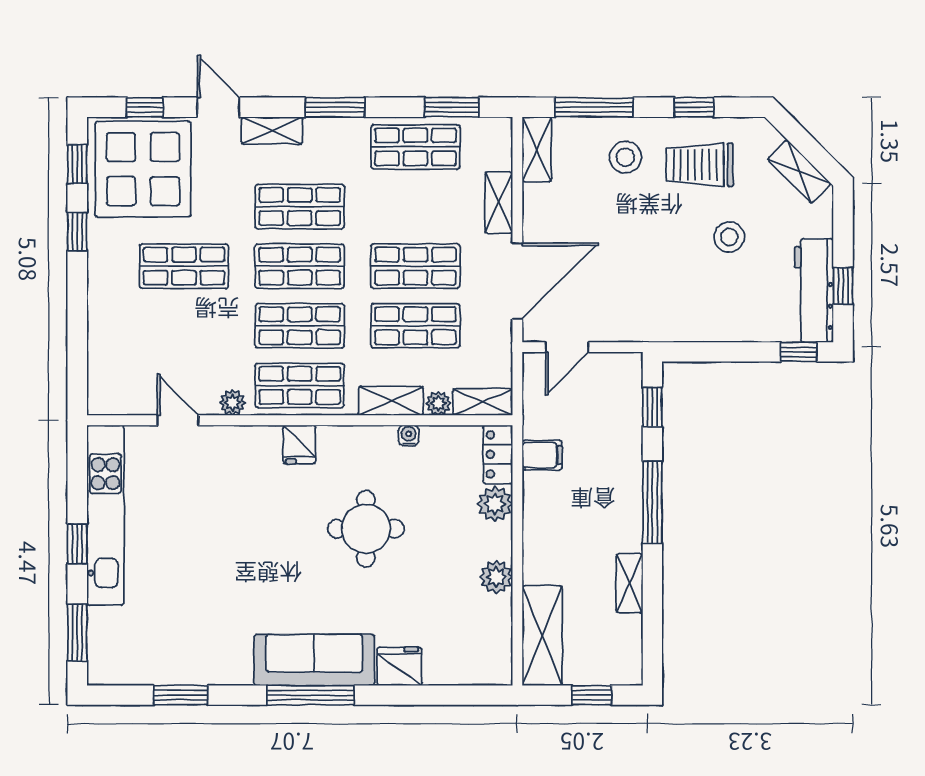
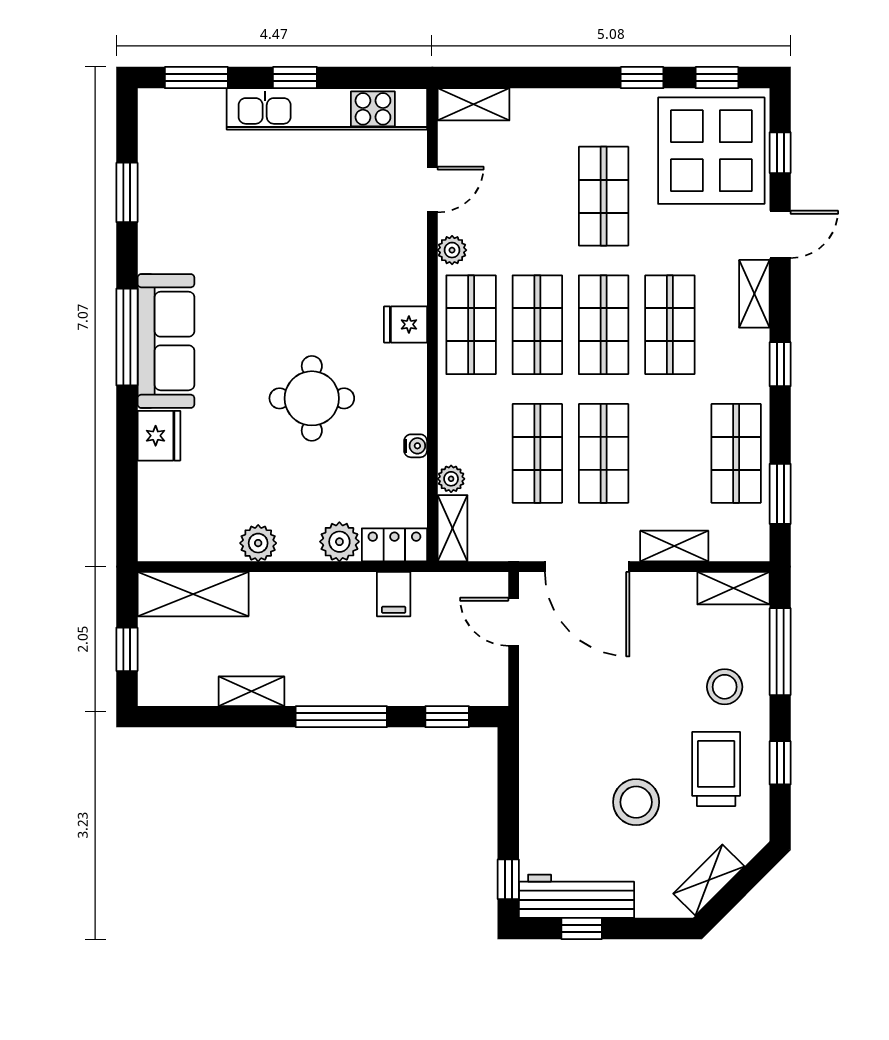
window: (335, 107) -> (780, 364), width x0.67
stool: (729, 237) -> (636, 802), width x1.38, depth x1.38
shelving: (391, 401) -> (474, 104), moved, turned 90

